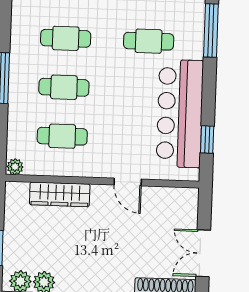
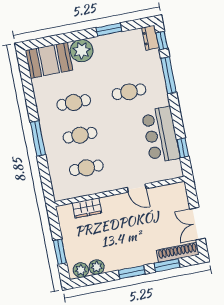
bar counter: (180, 114) -> (161, 135), width x0.73
plant: (15, 167) -> (60, 195), removed
wardrobe: (60, 194) -> (87, 208), width x0.67

